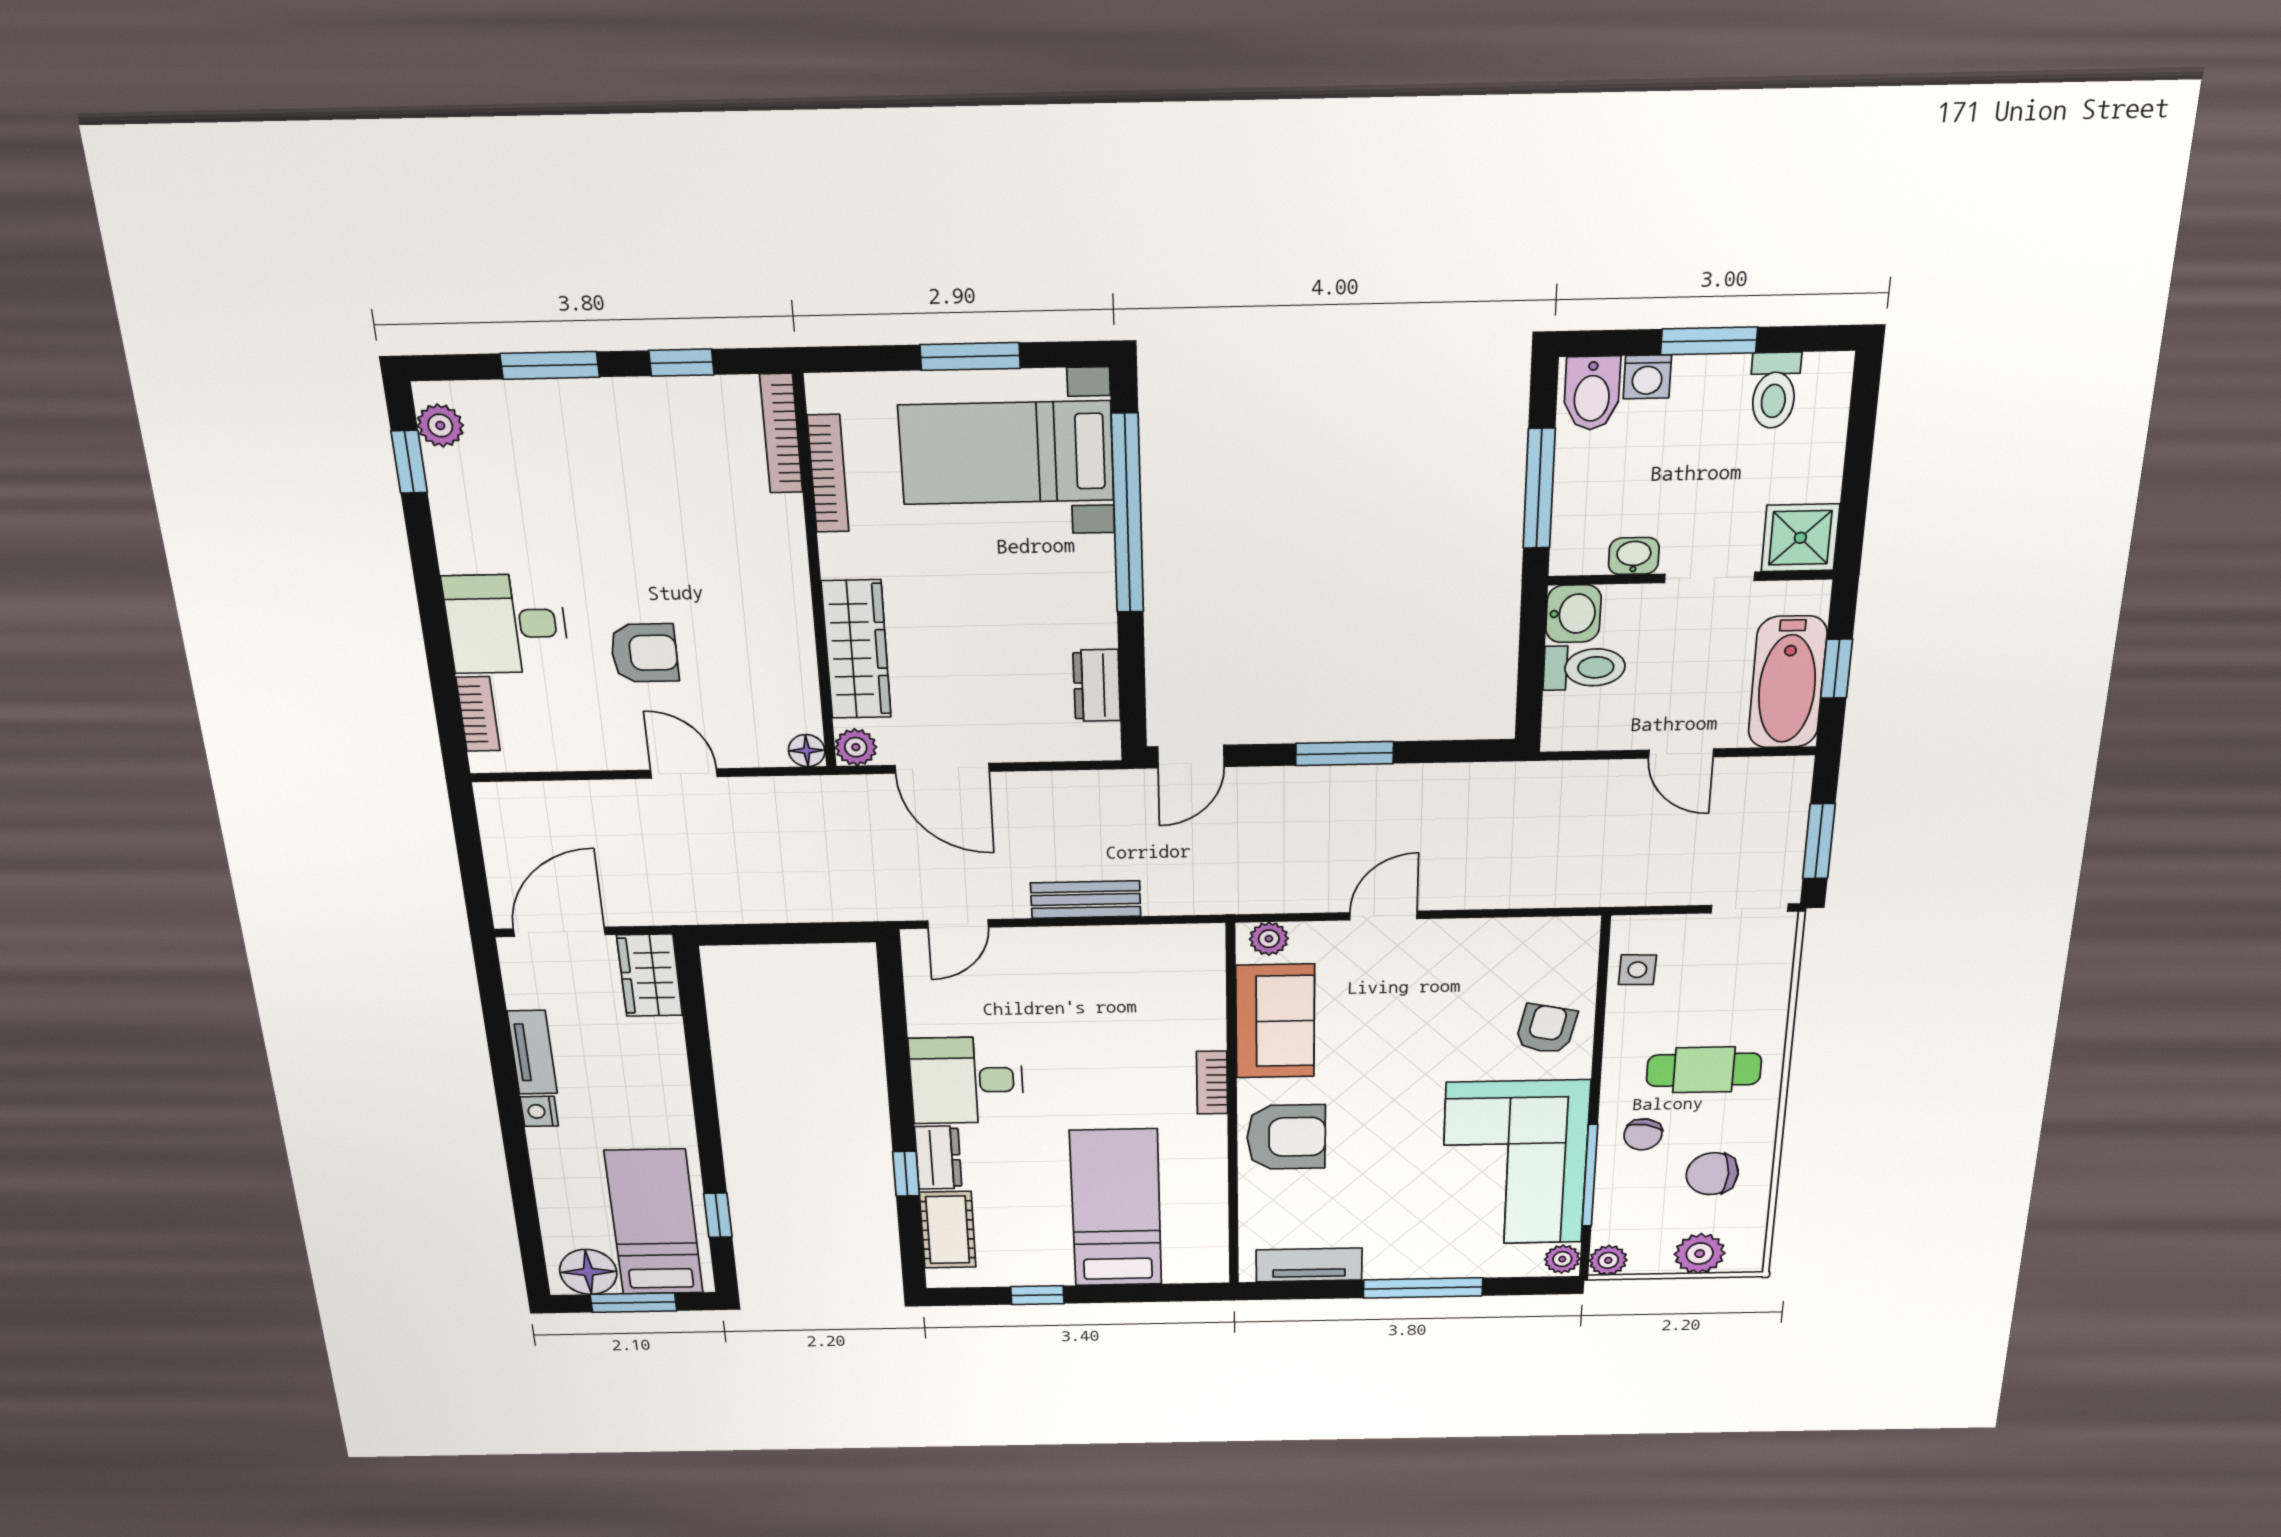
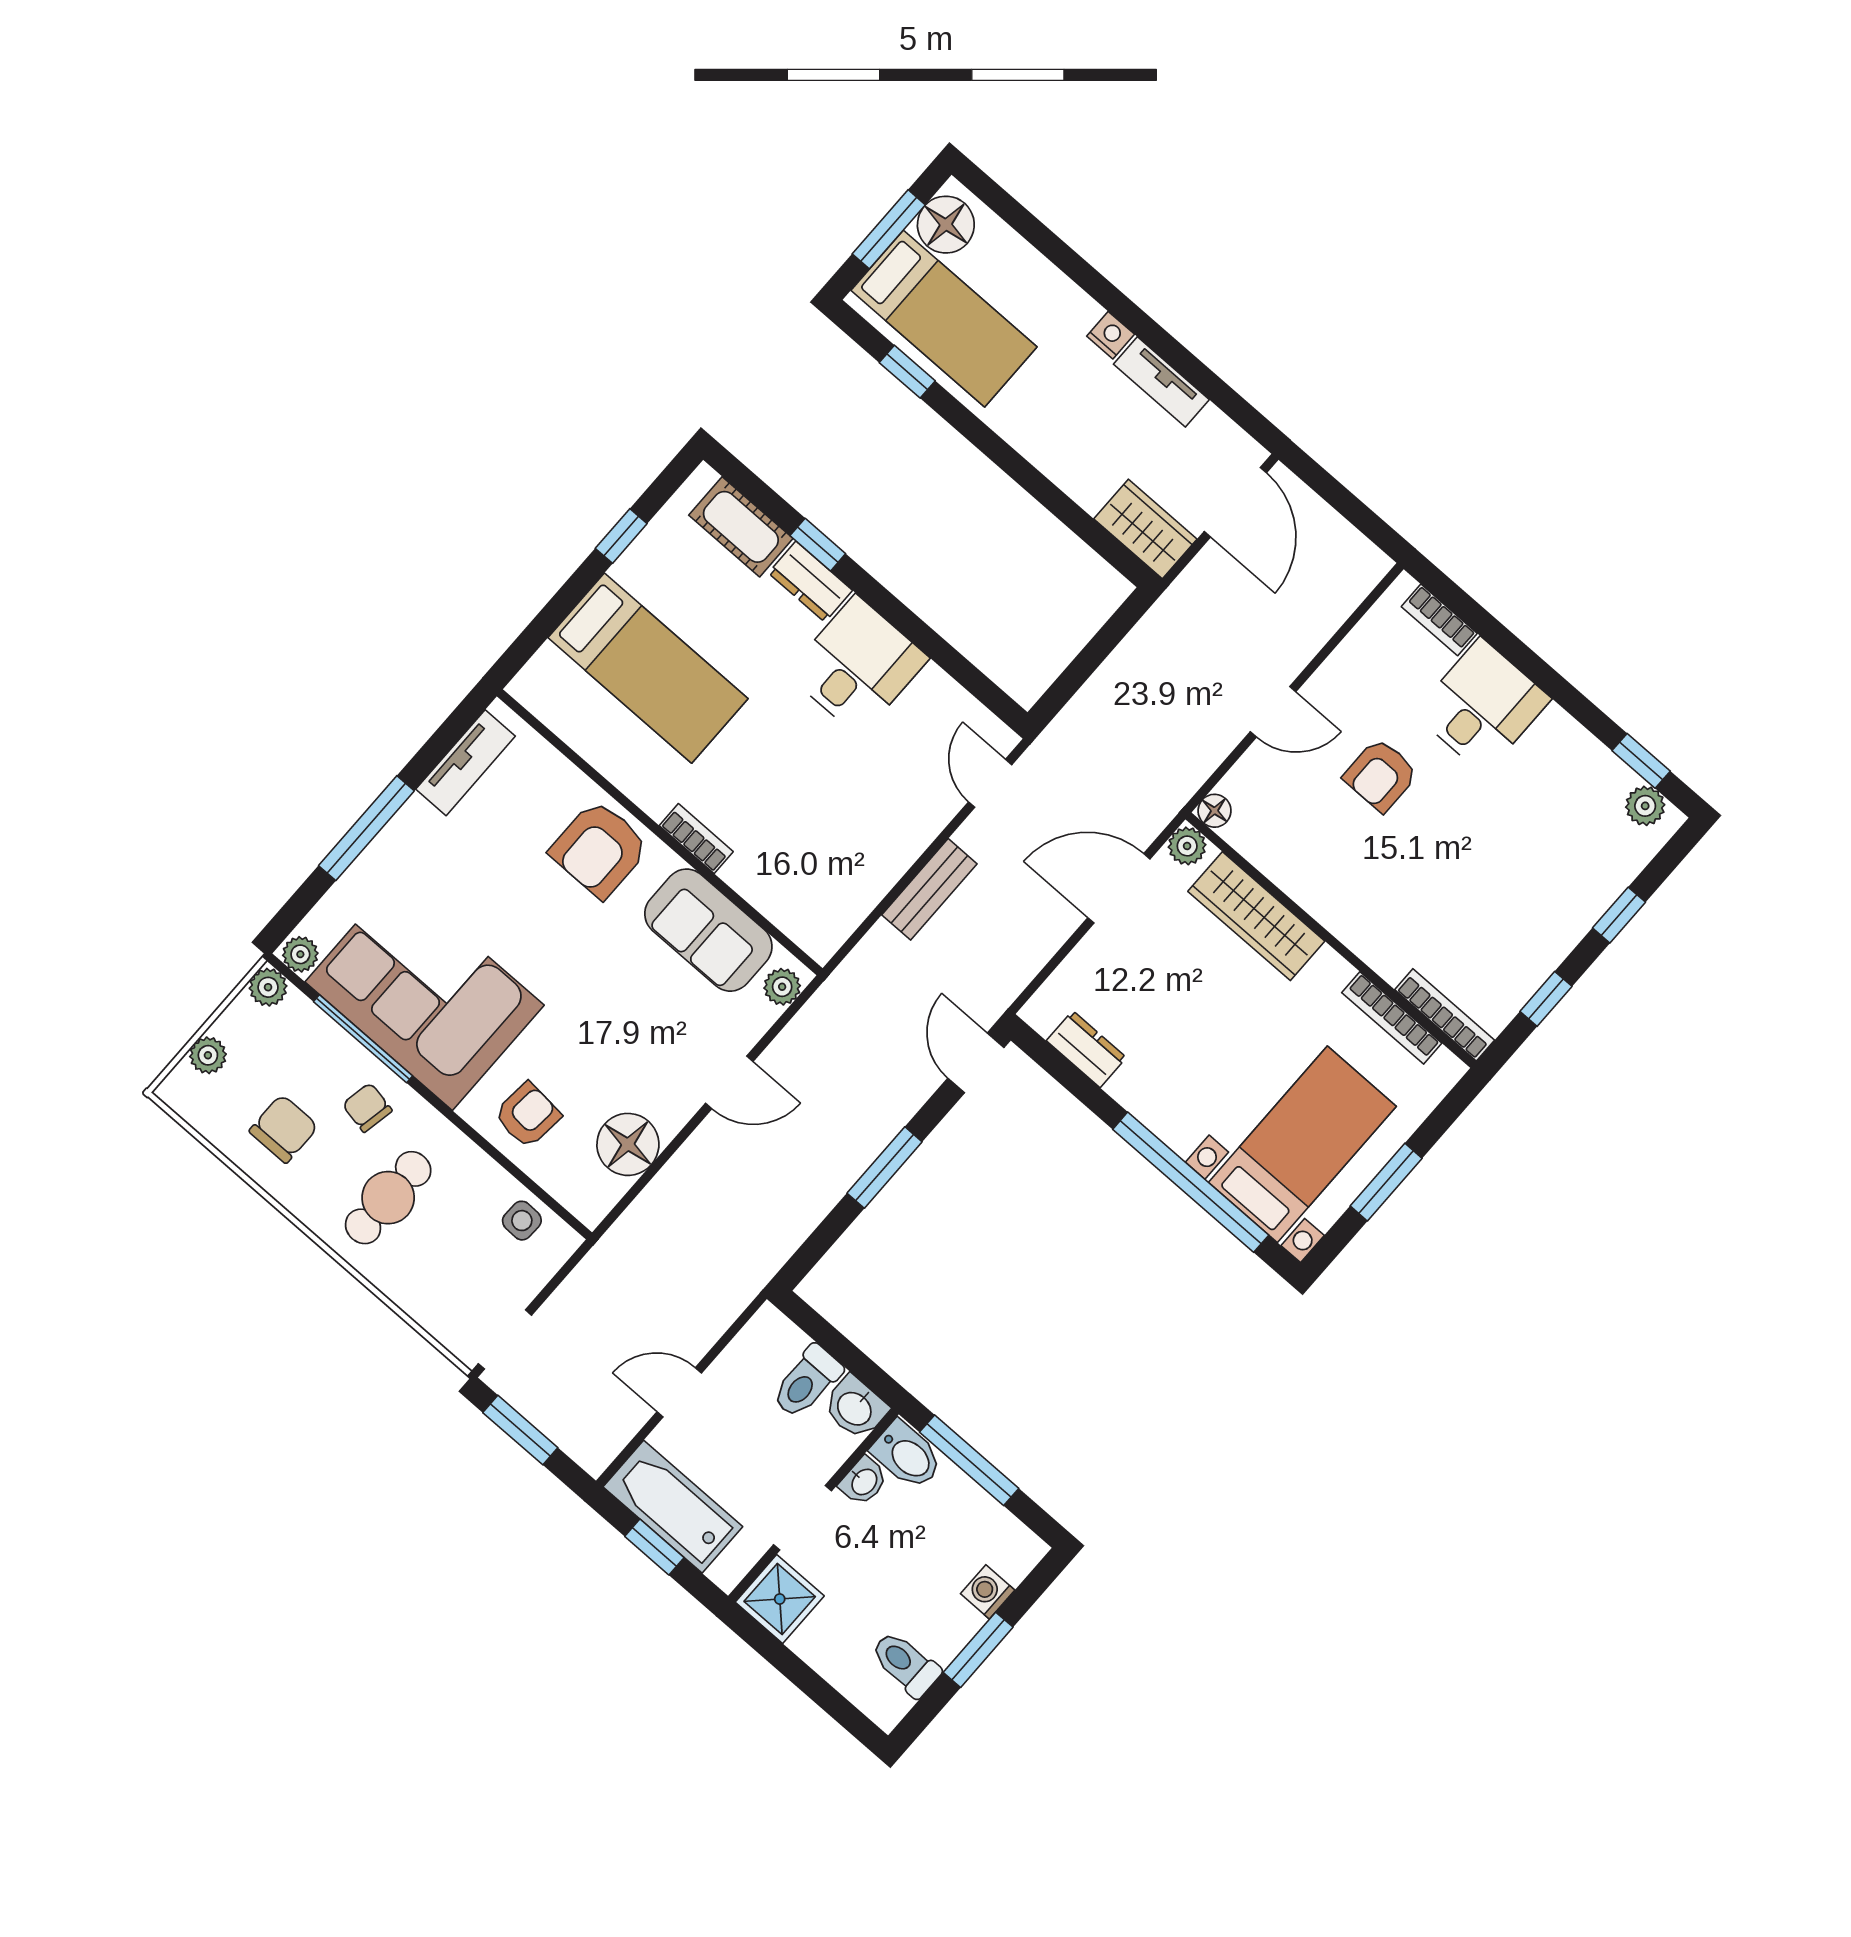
window: (550, 365) -> (1619, 915), width x0.67
bidet: (1592, 393) -> (907, 1455), moved, turned 180
door: (1383, 916) -> (729, 1082), hinge flipped
floor lamp: (1504, 946) -> (628, 1144), added
armchair: (1546, 1029) -> (527, 1115), turned -97
plant: (1700, 1254) -> (208, 1055), width x0.73, depth x0.73

